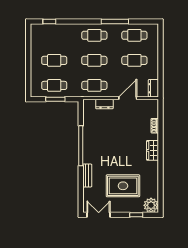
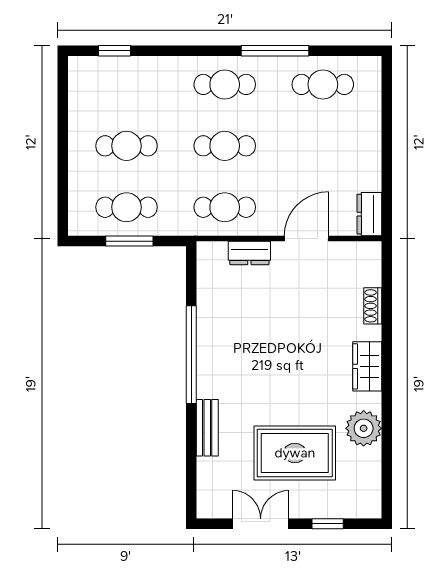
cafe table: (134, 60) -> (323, 146), removed
plant: (151, 205) -> (364, 428), moved
double door: (99, 215) -> (261, 524), moved

